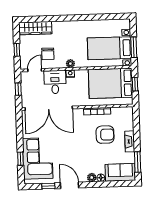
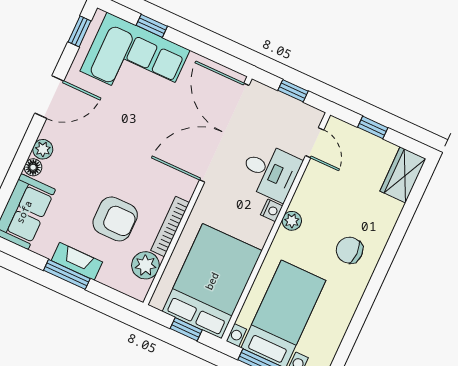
wardrobe: (35, 28) -> (403, 175), width x0.67
chair: (48, 54) -> (350, 250), moved
plant: (118, 113) -> (145, 265), added
armchair: (105, 135) -> (115, 219), turned -90
window: (138, 162) -> (67, 274), moved
window: (48, 186) -> (80, 31), moved

